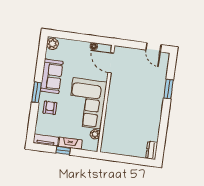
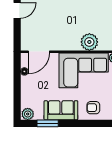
window: (37, 92) -> (48, 123), moved
plant: (114, 113) -> (89, 42), added

